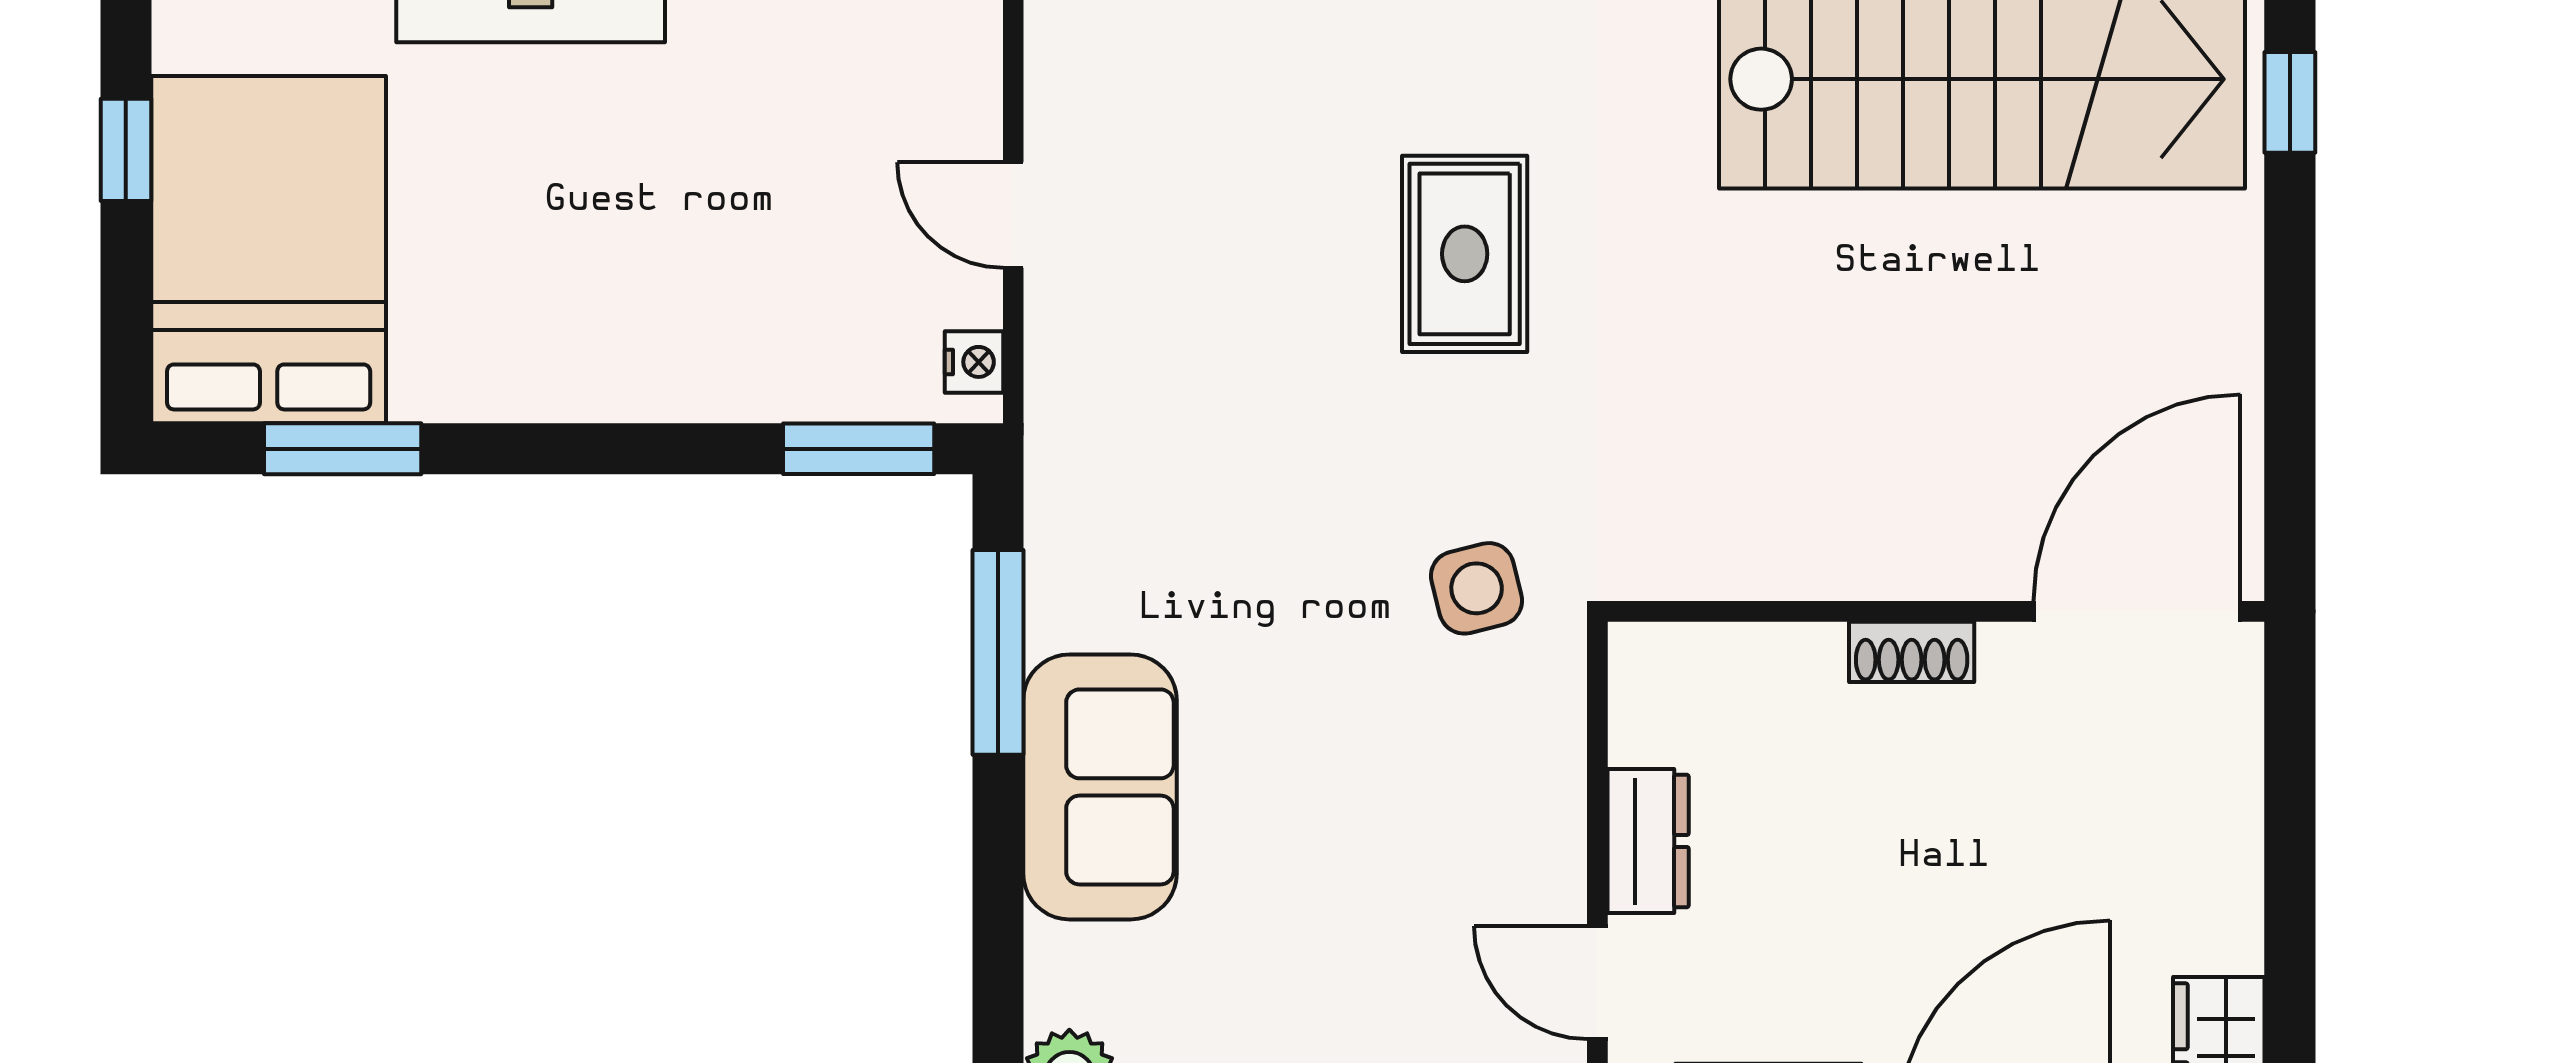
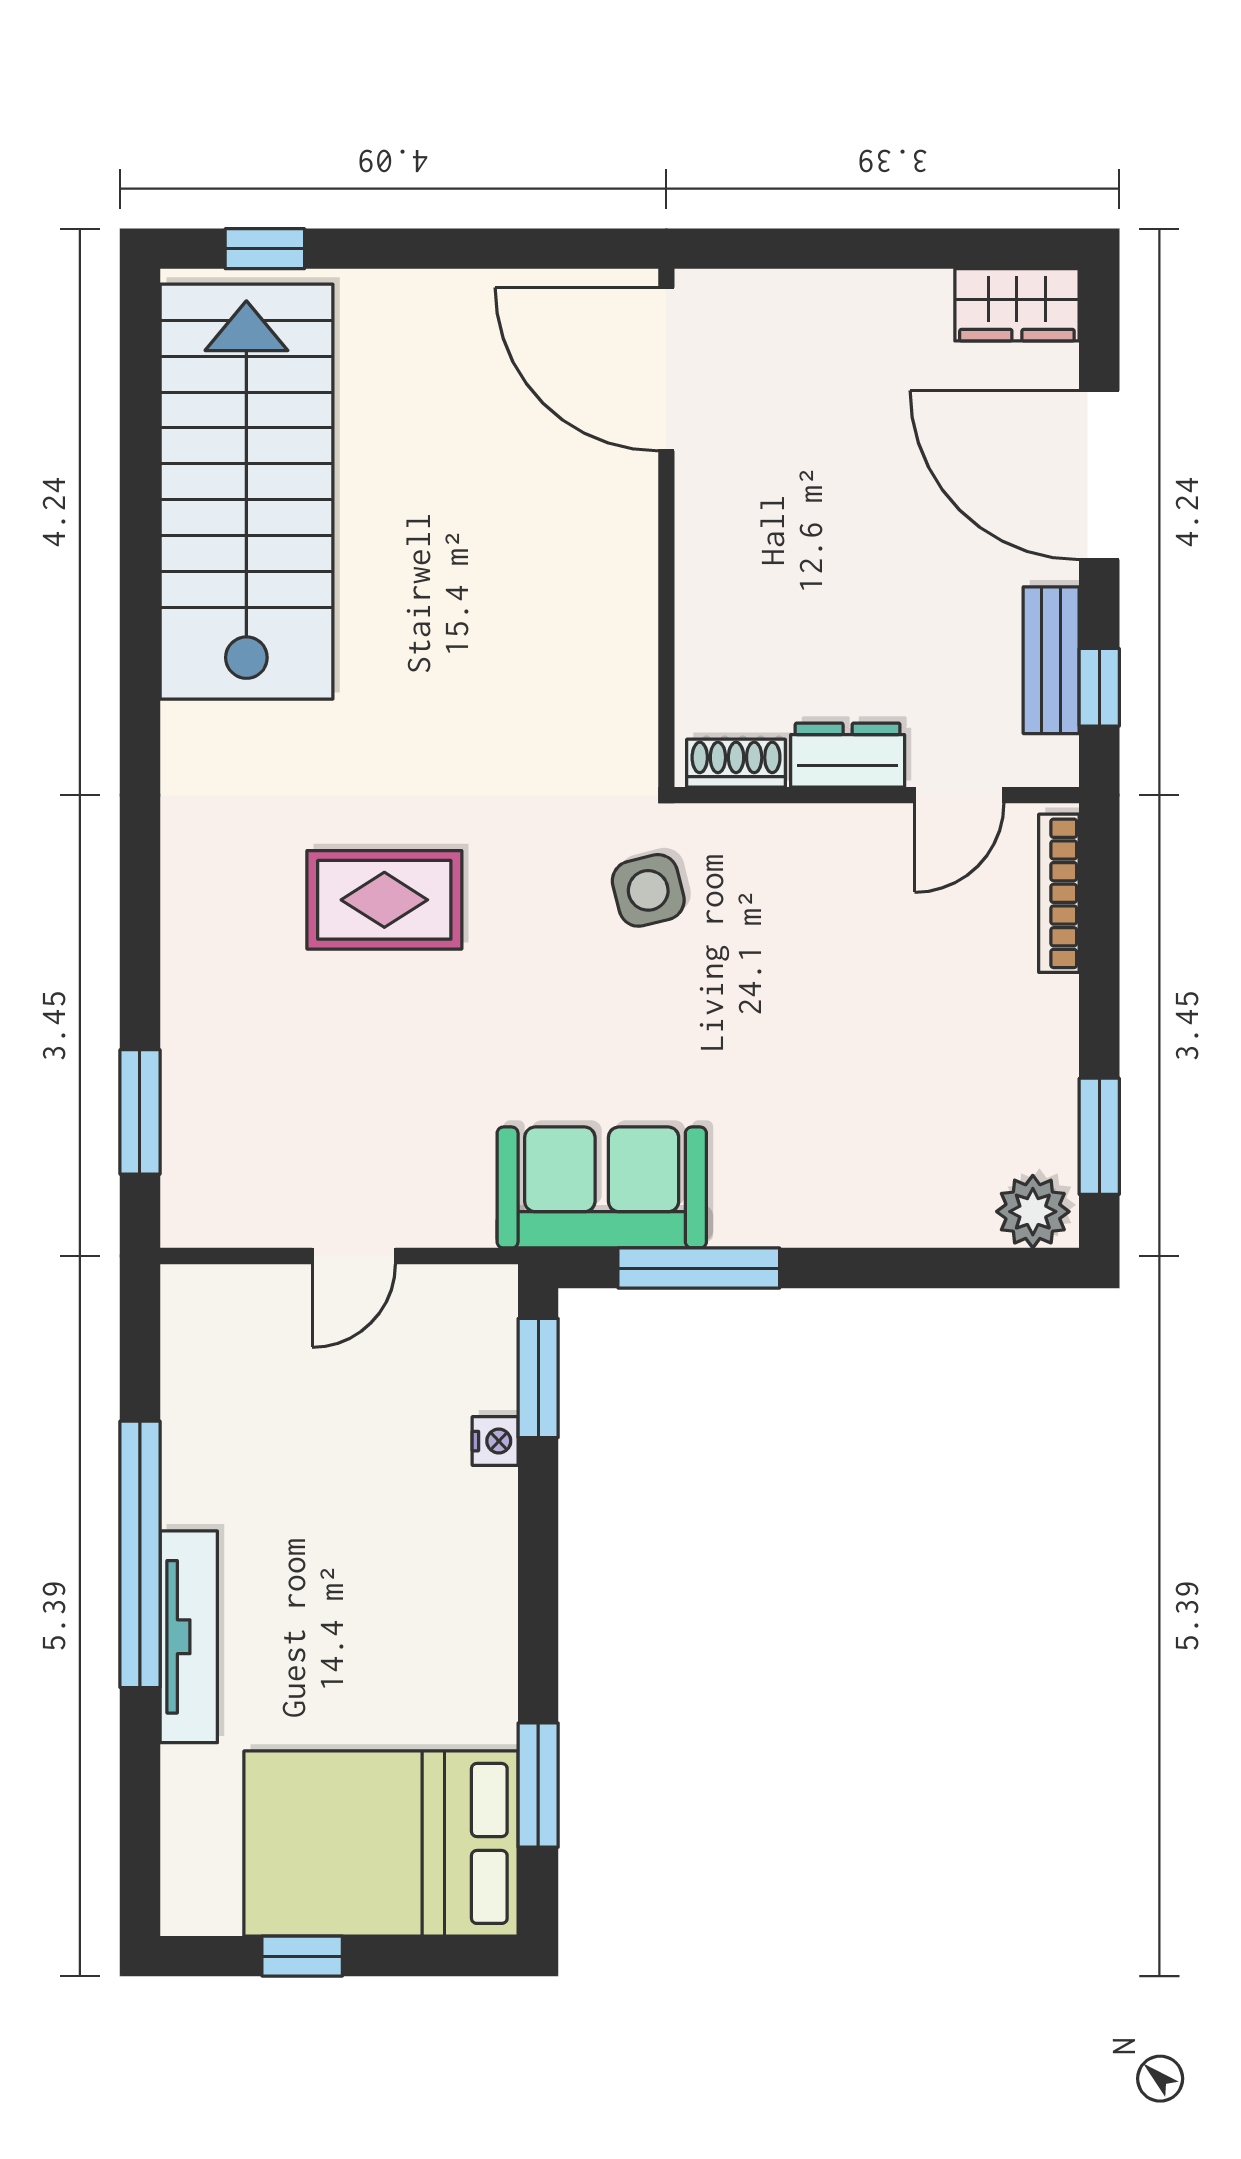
nightstand: (974, 362) -> (495, 1441), moved, turned 90
shoe rack: (1912, 652) -> (736, 763), moved, turned -90
sofa: (1100, 787) -> (602, 1187), moved

